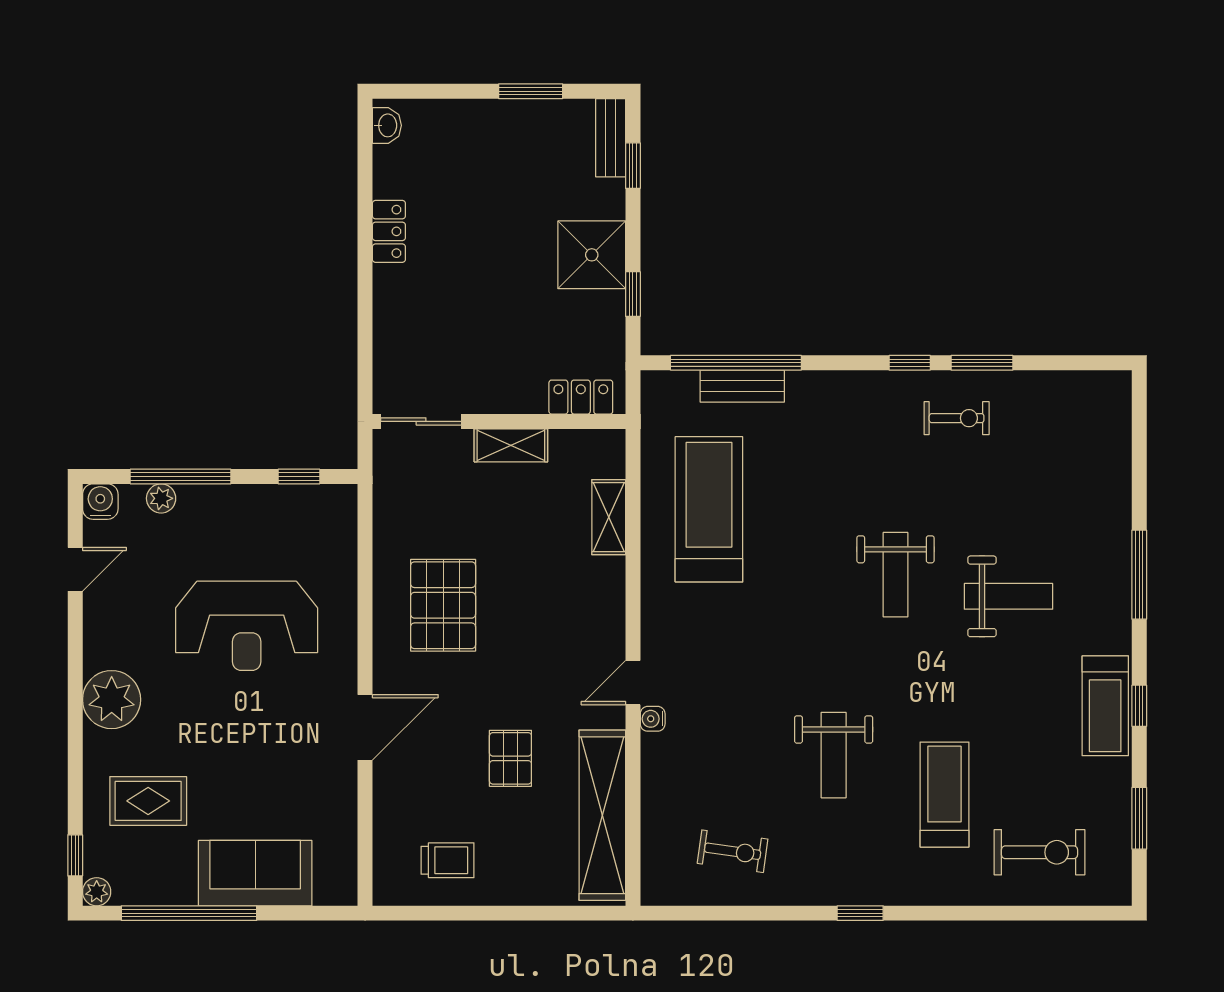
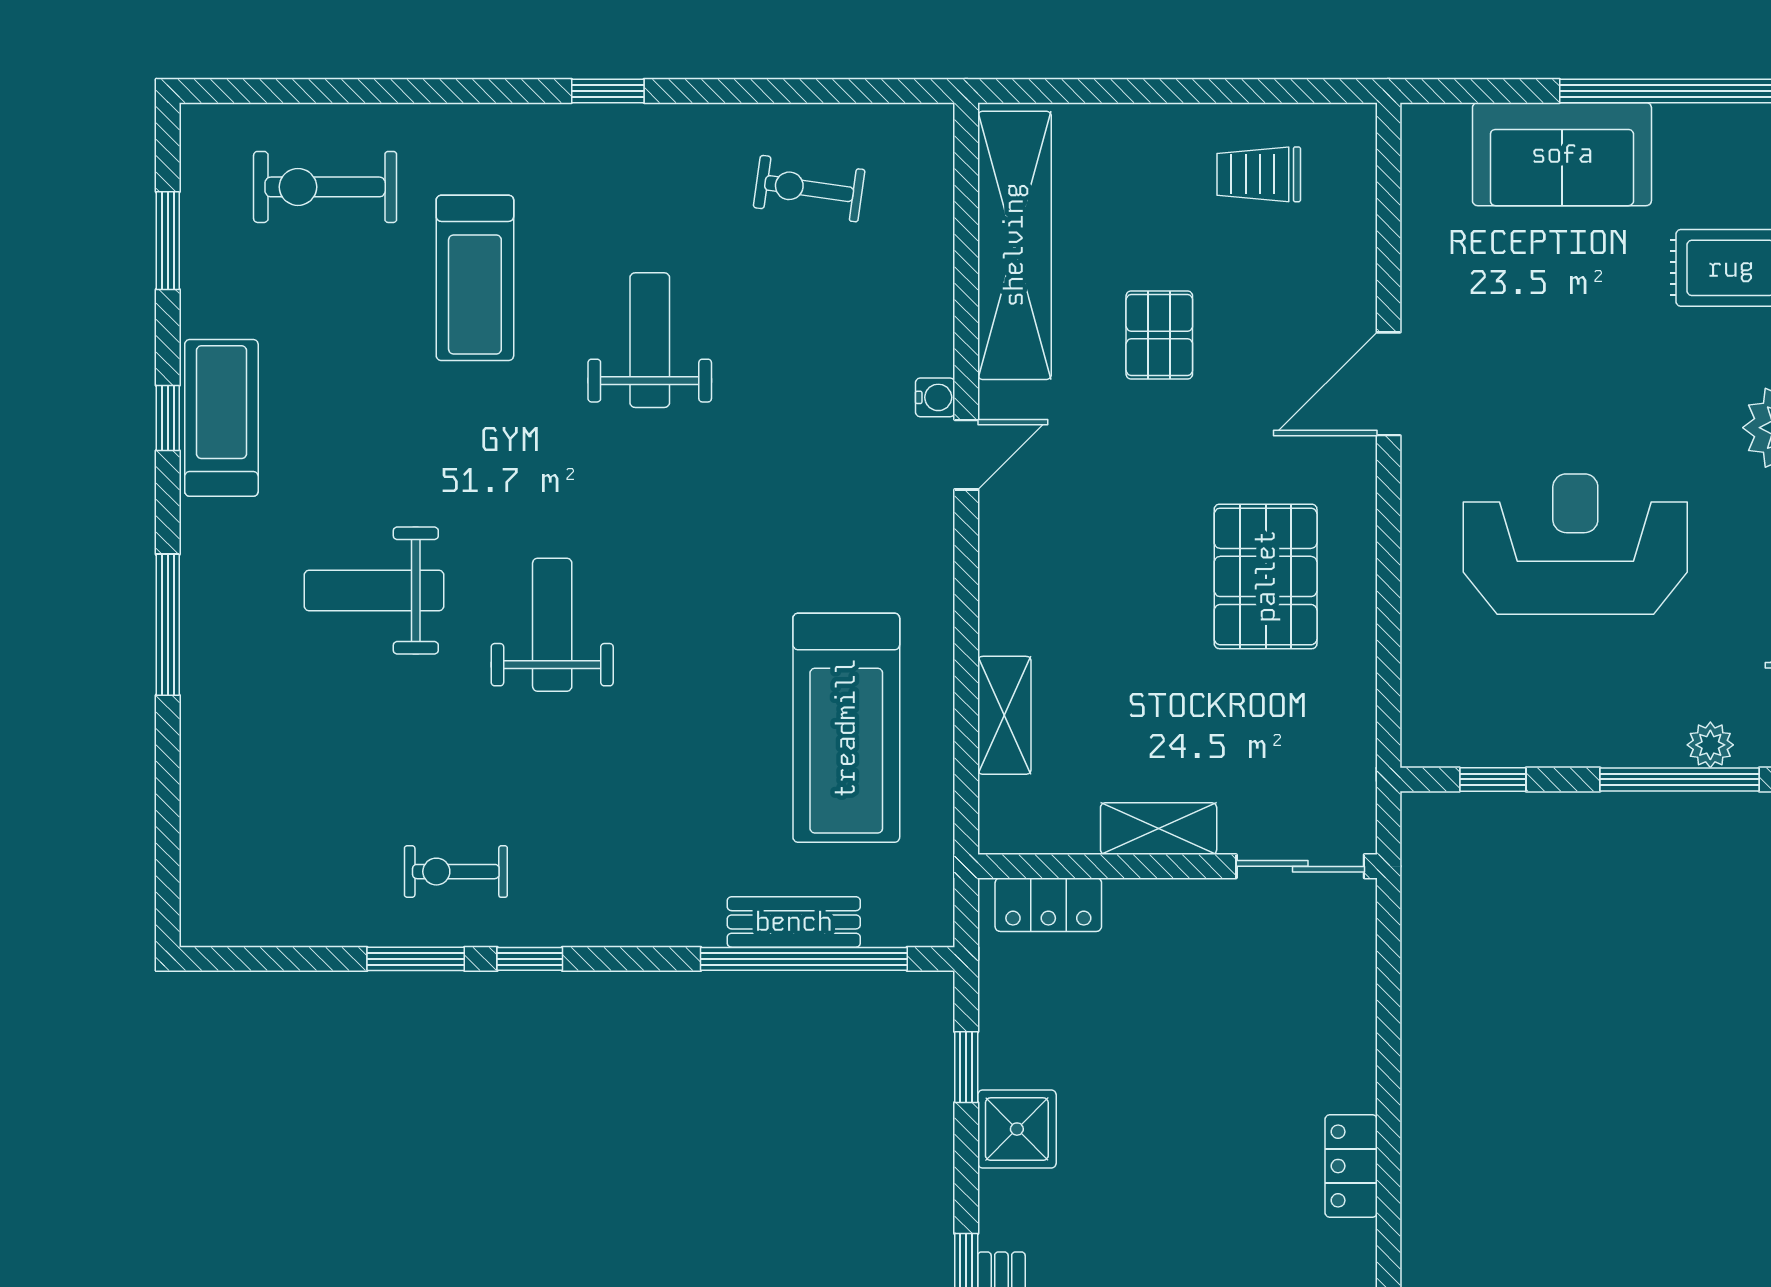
shower: (592, 255) -> (1017, 1129), width x0.73, depth x0.73

